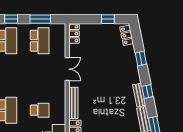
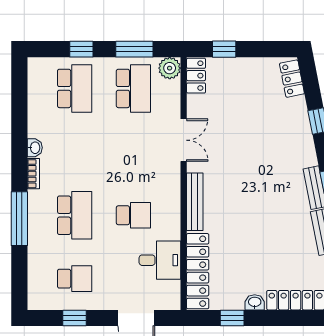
window: (108, 19) -> (224, 49), moved
plant: (60, 30) -> (170, 68), added

